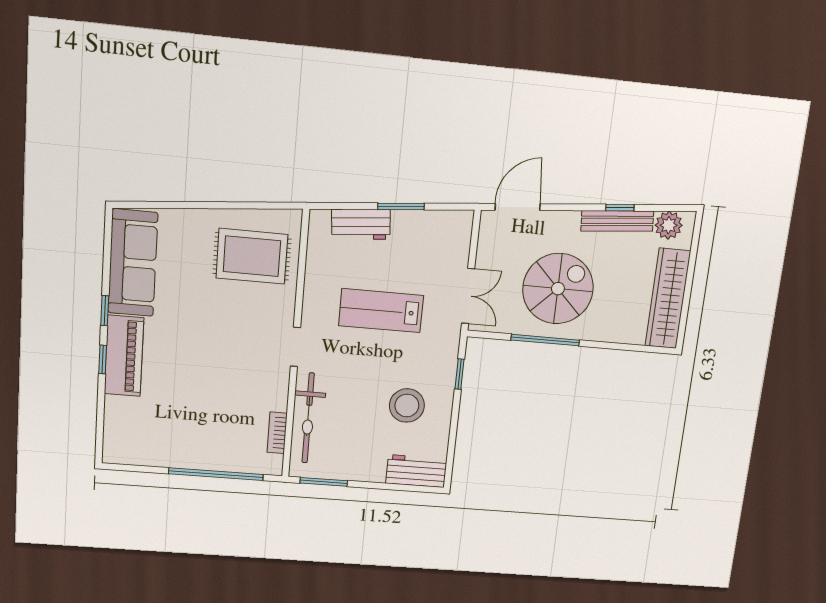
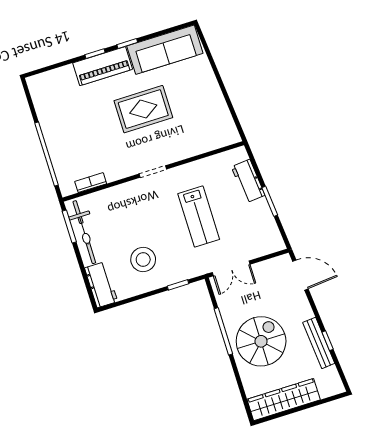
plant: (669, 225) -> (330, 378), removed
rug: (252, 256) -> (143, 109), moved, turned 90
spiral stairs: (558, 289) -> (261, 341), moved, turned -90
lab bench: (381, 311) -> (199, 216), turned 180
bicycle: (308, 418) -> (84, 232), moved, turned -90

